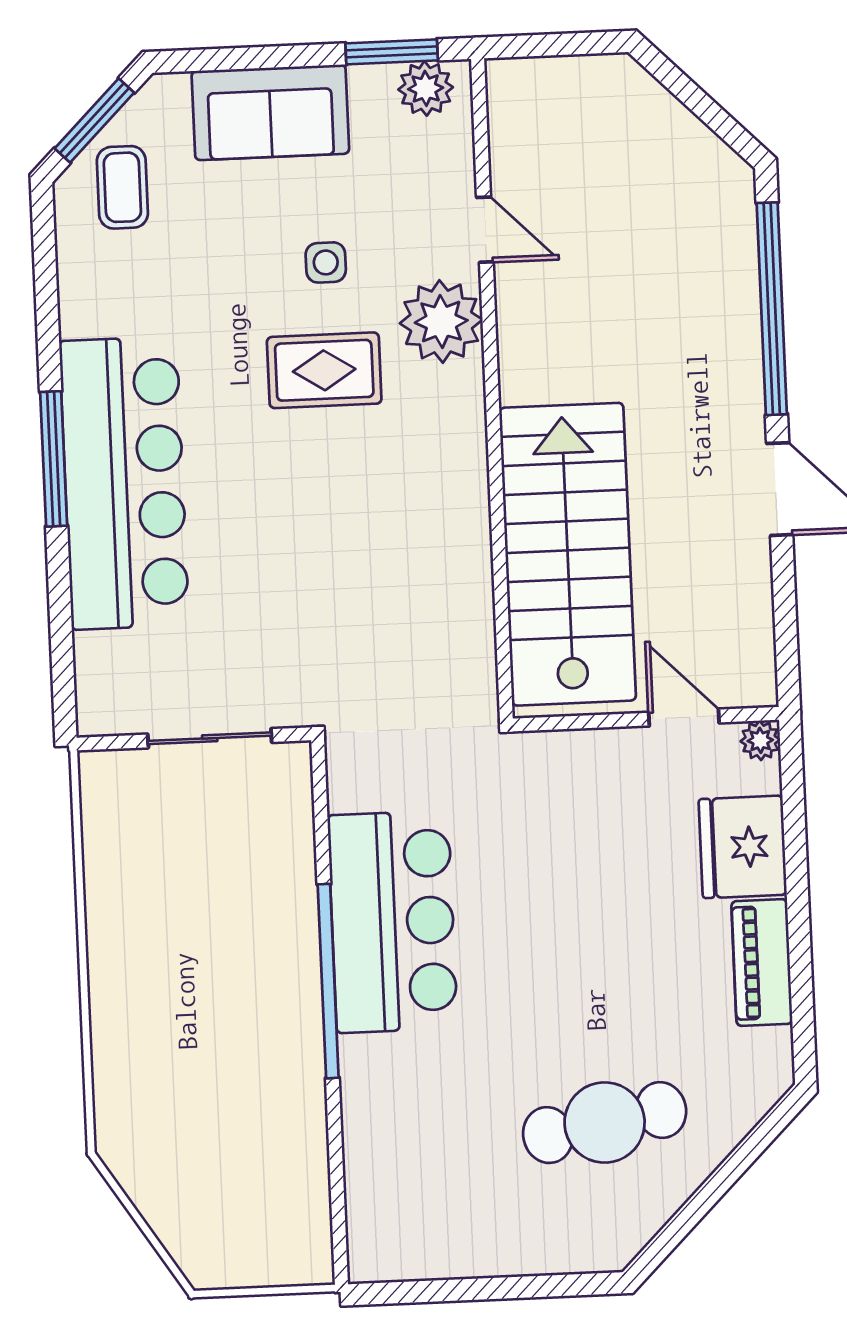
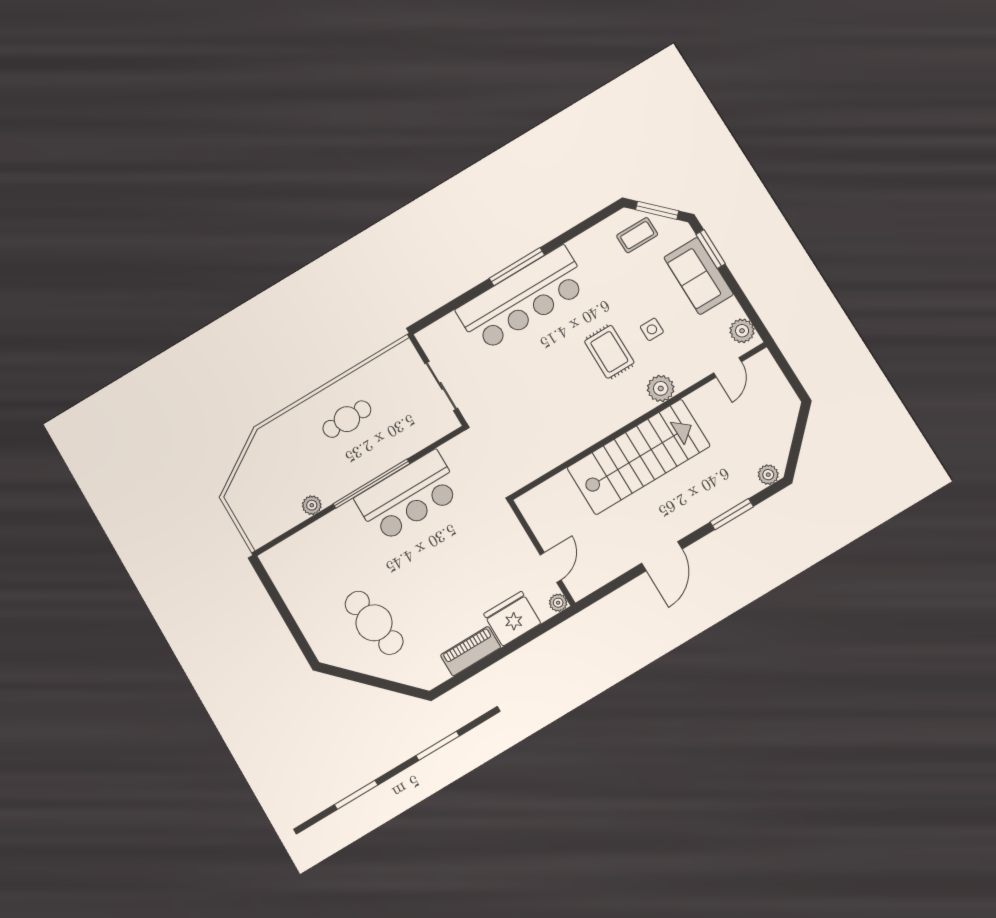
window: (392, 52) -> (711, 249), moved
plant: (734, 195) -> (768, 475), added
door: (485, 230) -> (727, 367), moved
window: (772, 309) -> (732, 514), width x0.47
plant: (441, 322) -> (661, 388), width x0.73, depth x0.73
stairs: (568, 554) -> (638, 457), moved
cafe table: (173, 961) -> (347, 419), added
plant: (306, 1122) -> (312, 505), added

